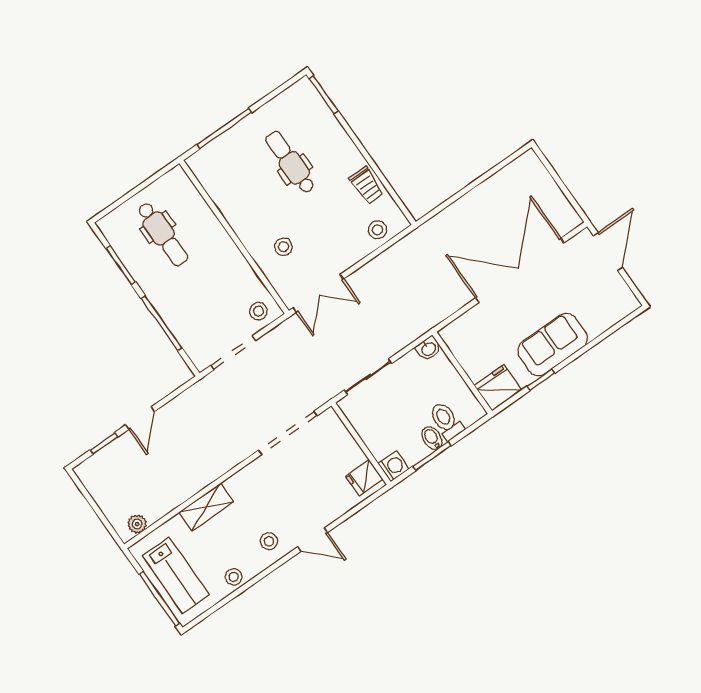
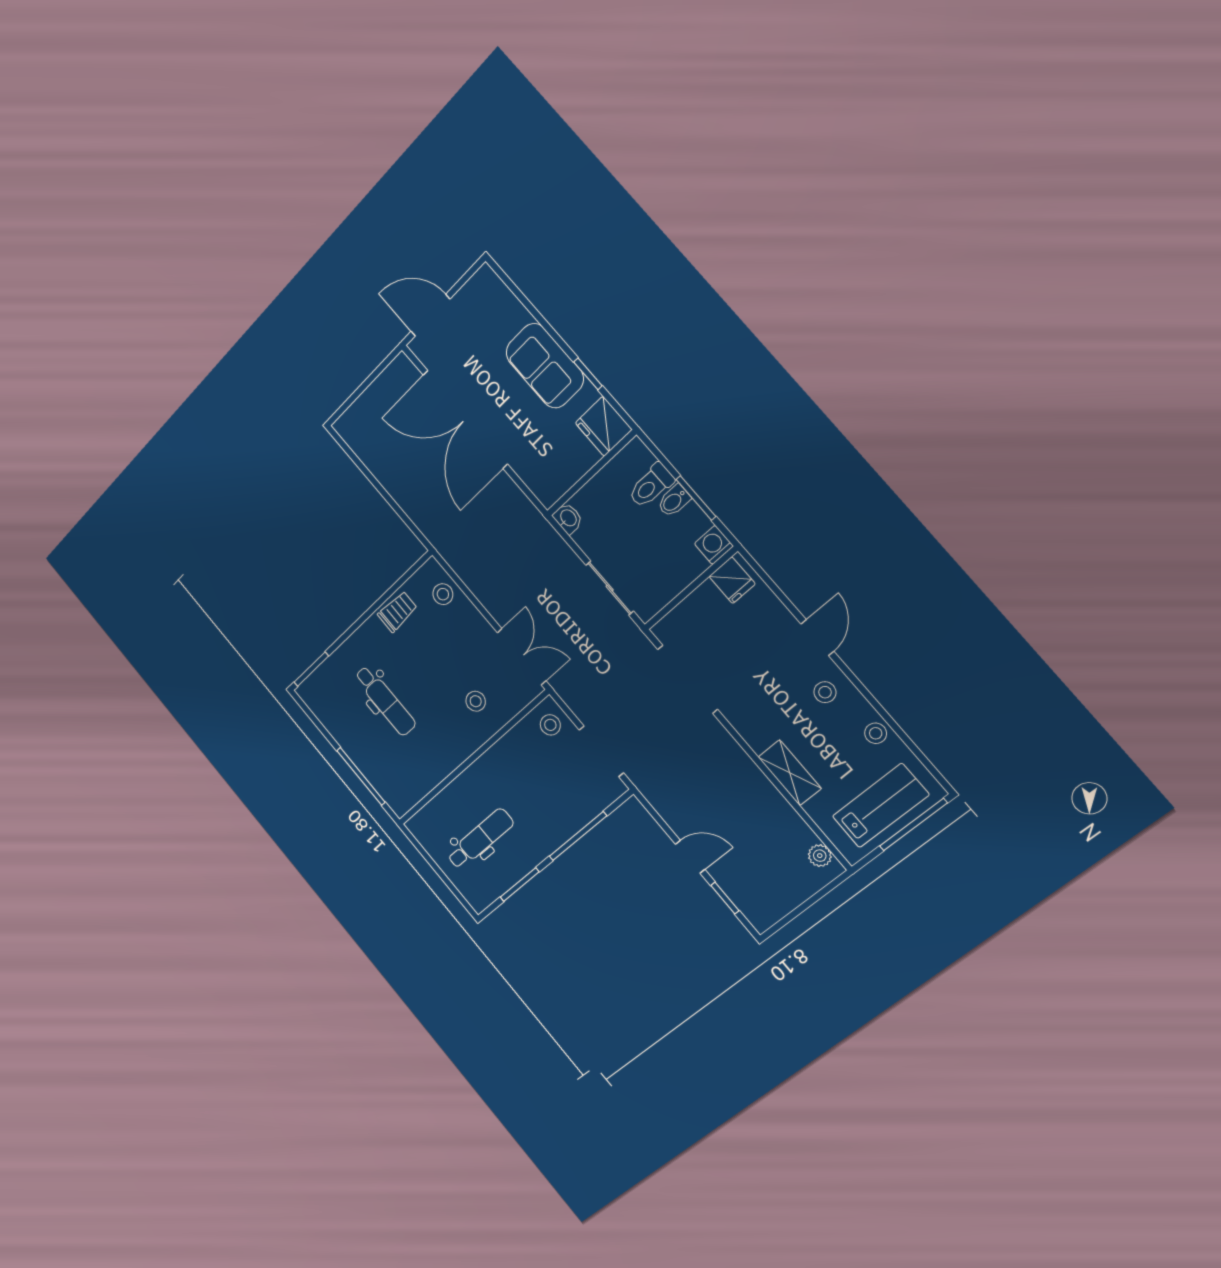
dental chair: (290, 162) -> (385, 701), turned -90

